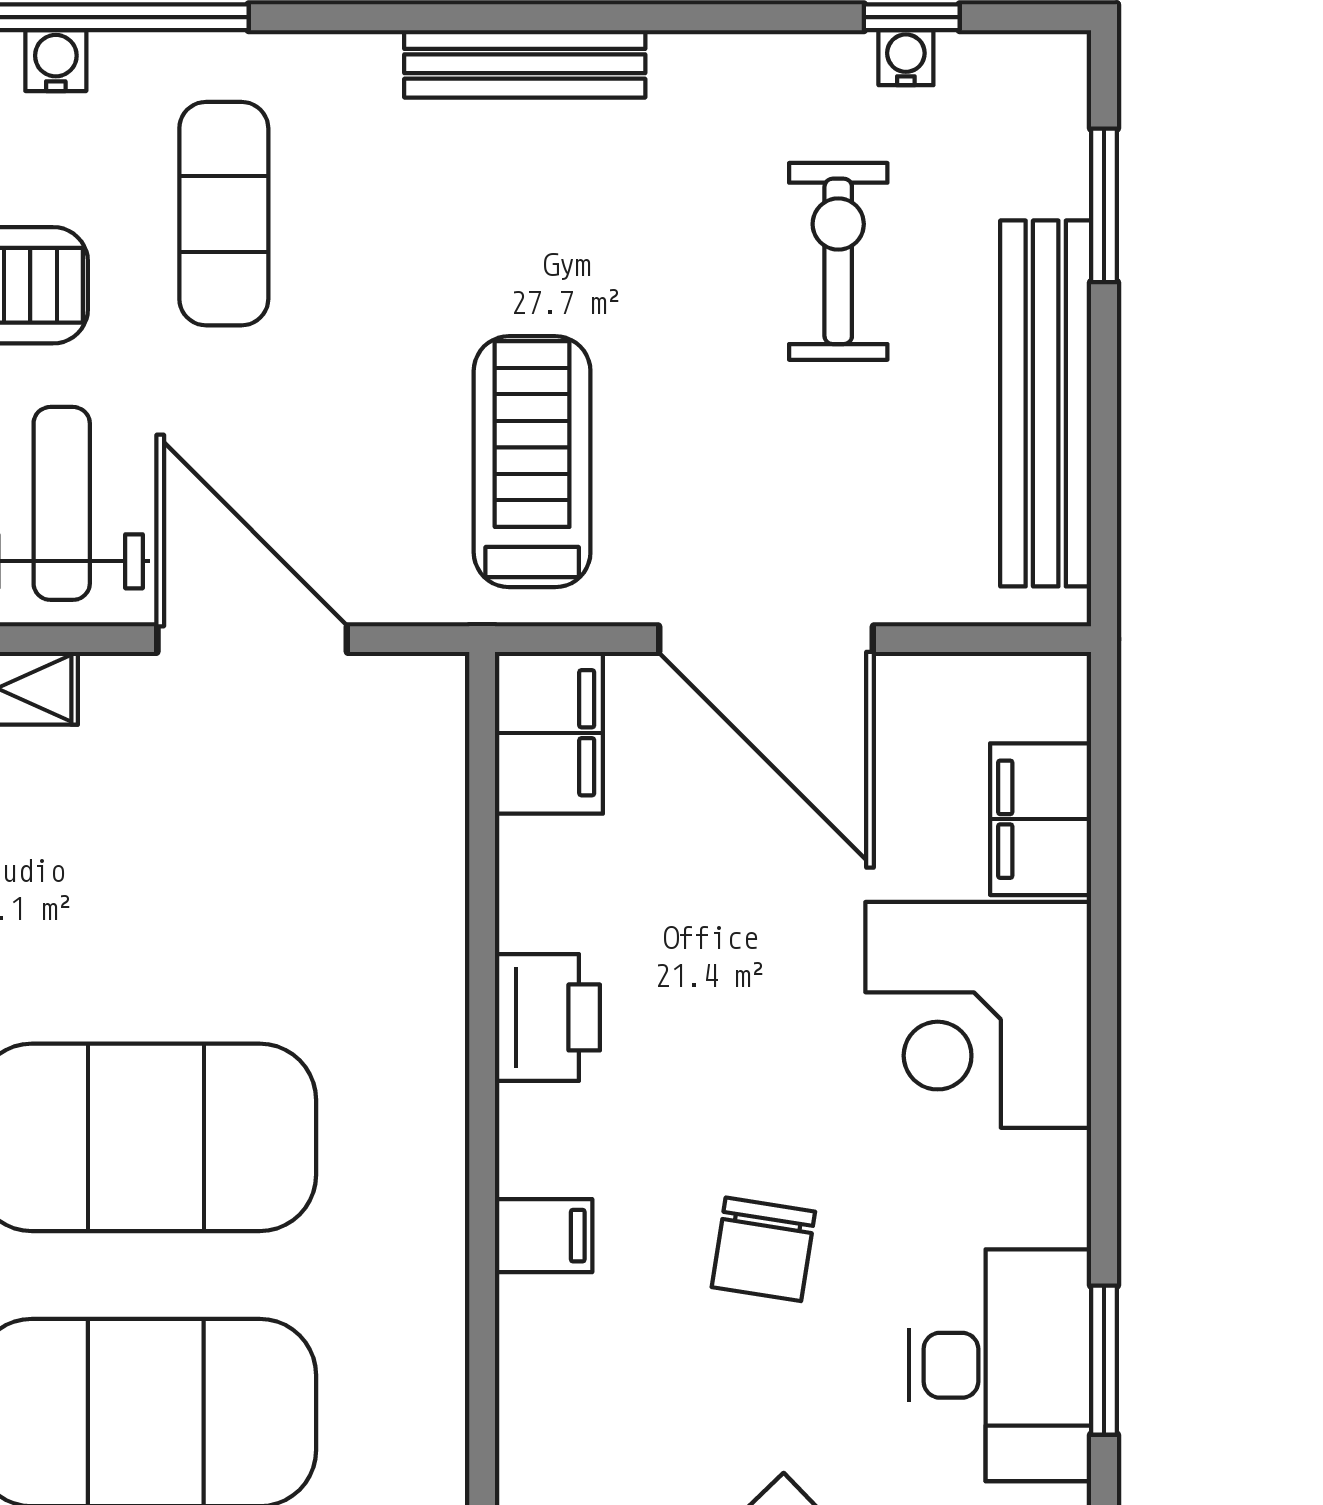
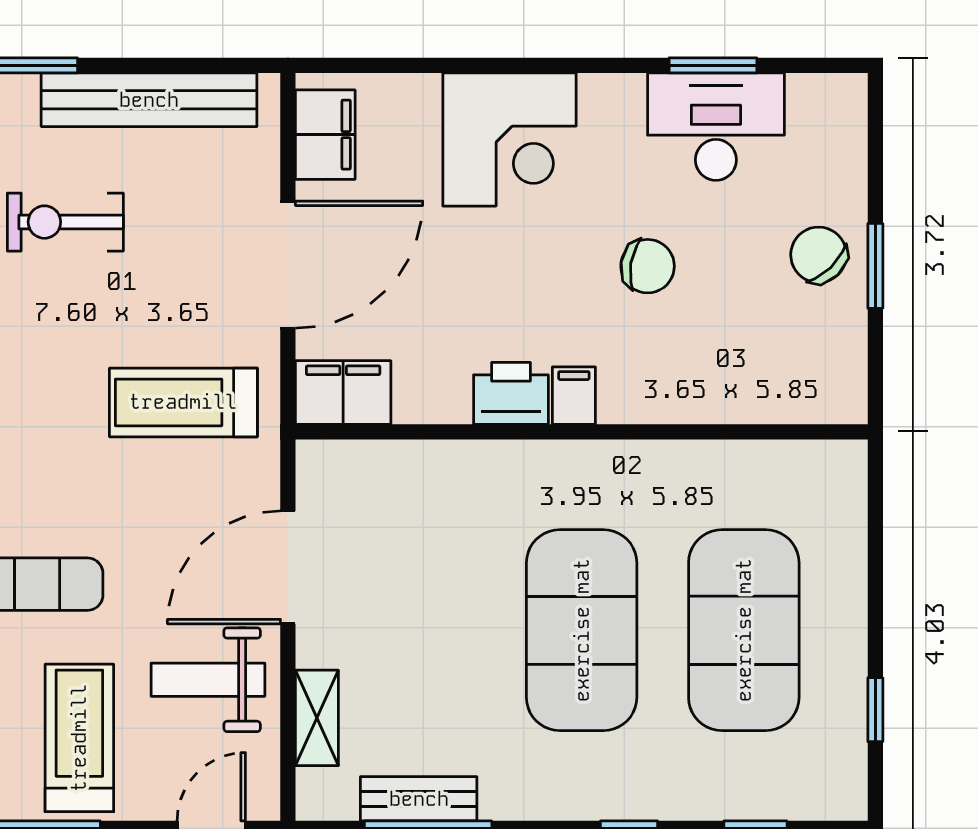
filing cabinet: (1041, 819) -> (325, 135), moved, turned -90
filing cabinet: (544, 1236) -> (574, 396), moved

